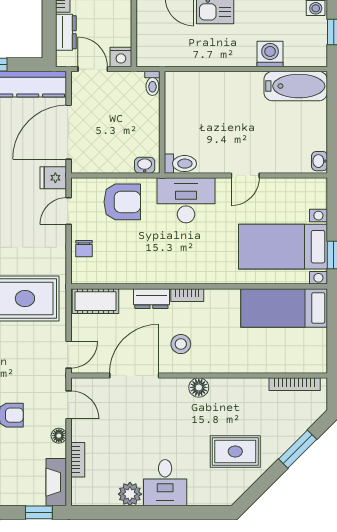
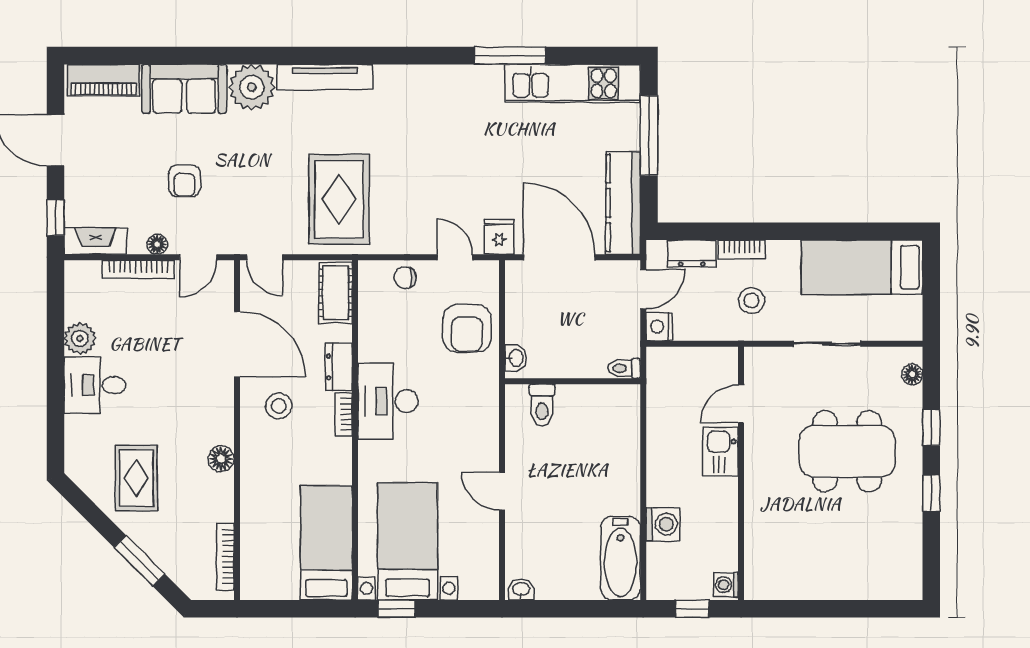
toilet: (180, 164) -> (542, 405), moved
desk: (186, 200) -> (388, 401), moved, turned 180
floor lamp: (199, 387) -> (221, 459), moved
bookcase: (78, 460) -> (138, 269), width x1.56

